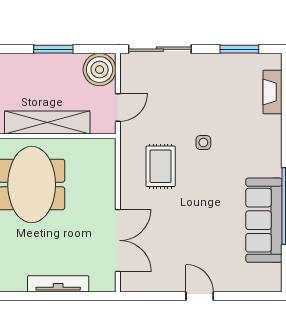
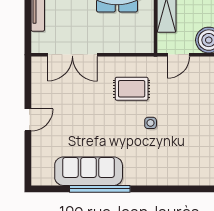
fireplace: (272, 92) -> (191, 178), removed
door: (118, 107) -> (179, 55), hinge flipped

